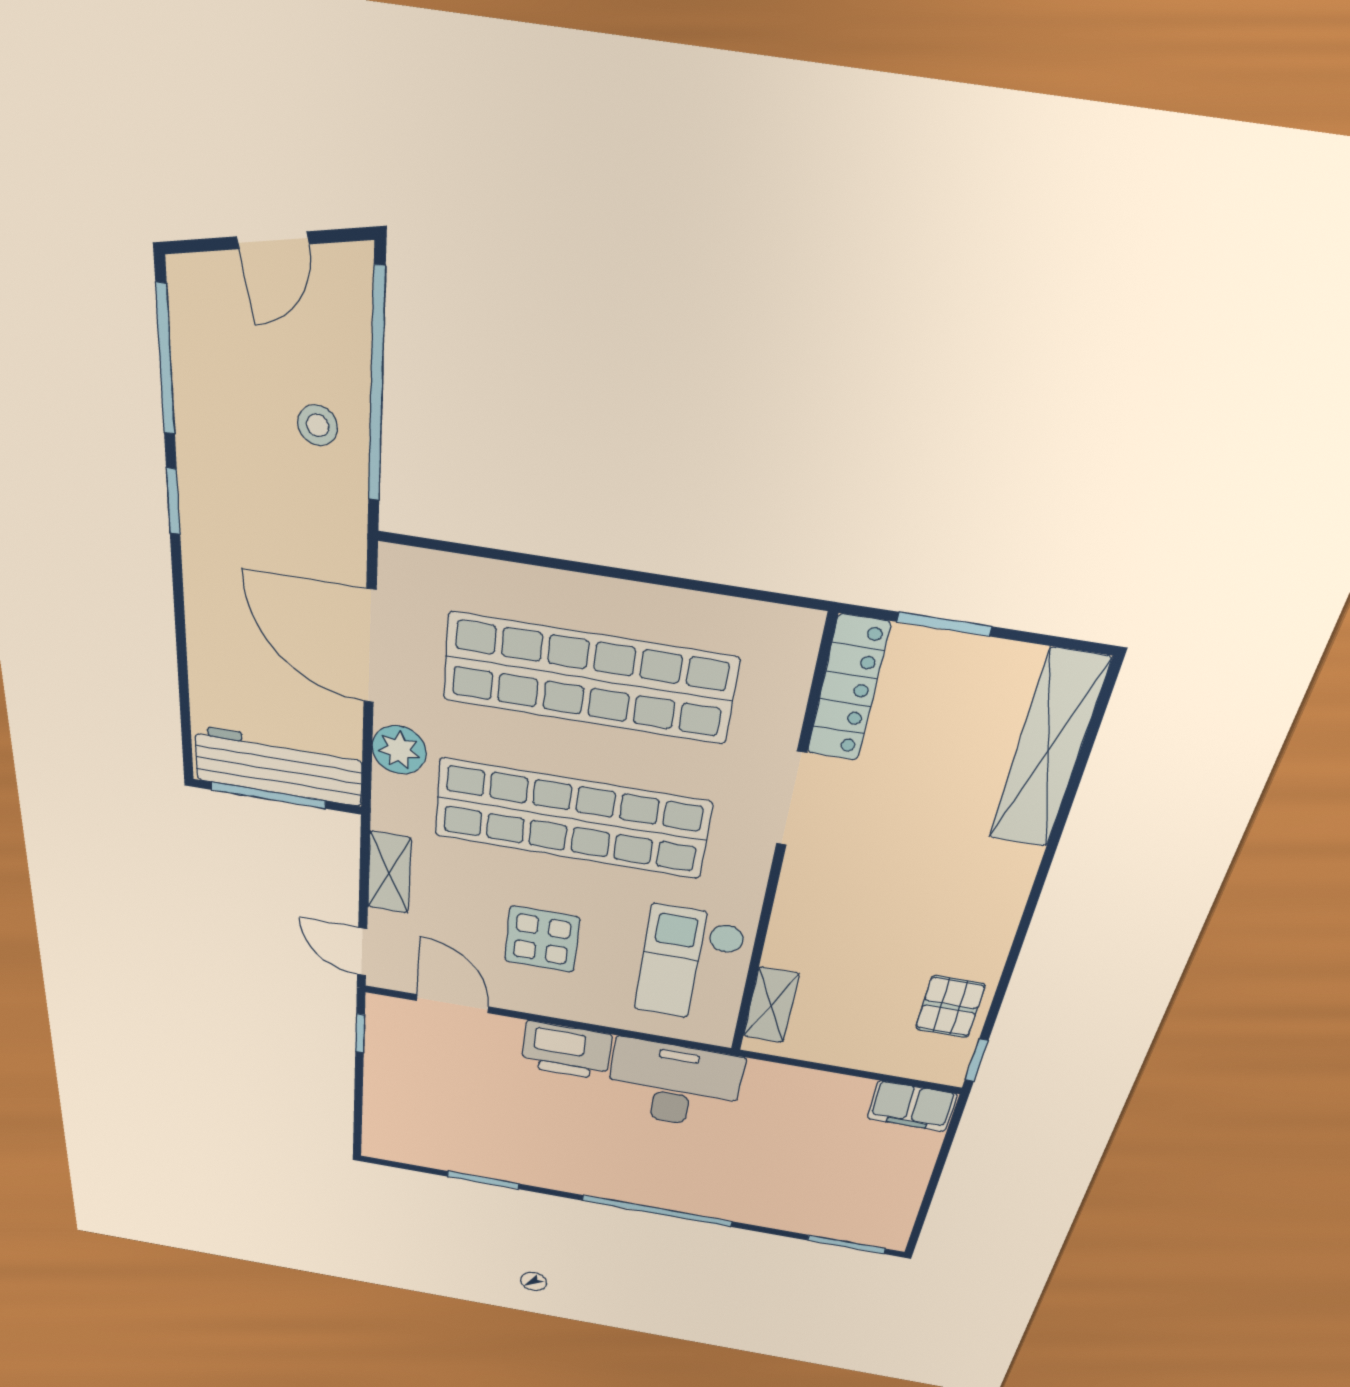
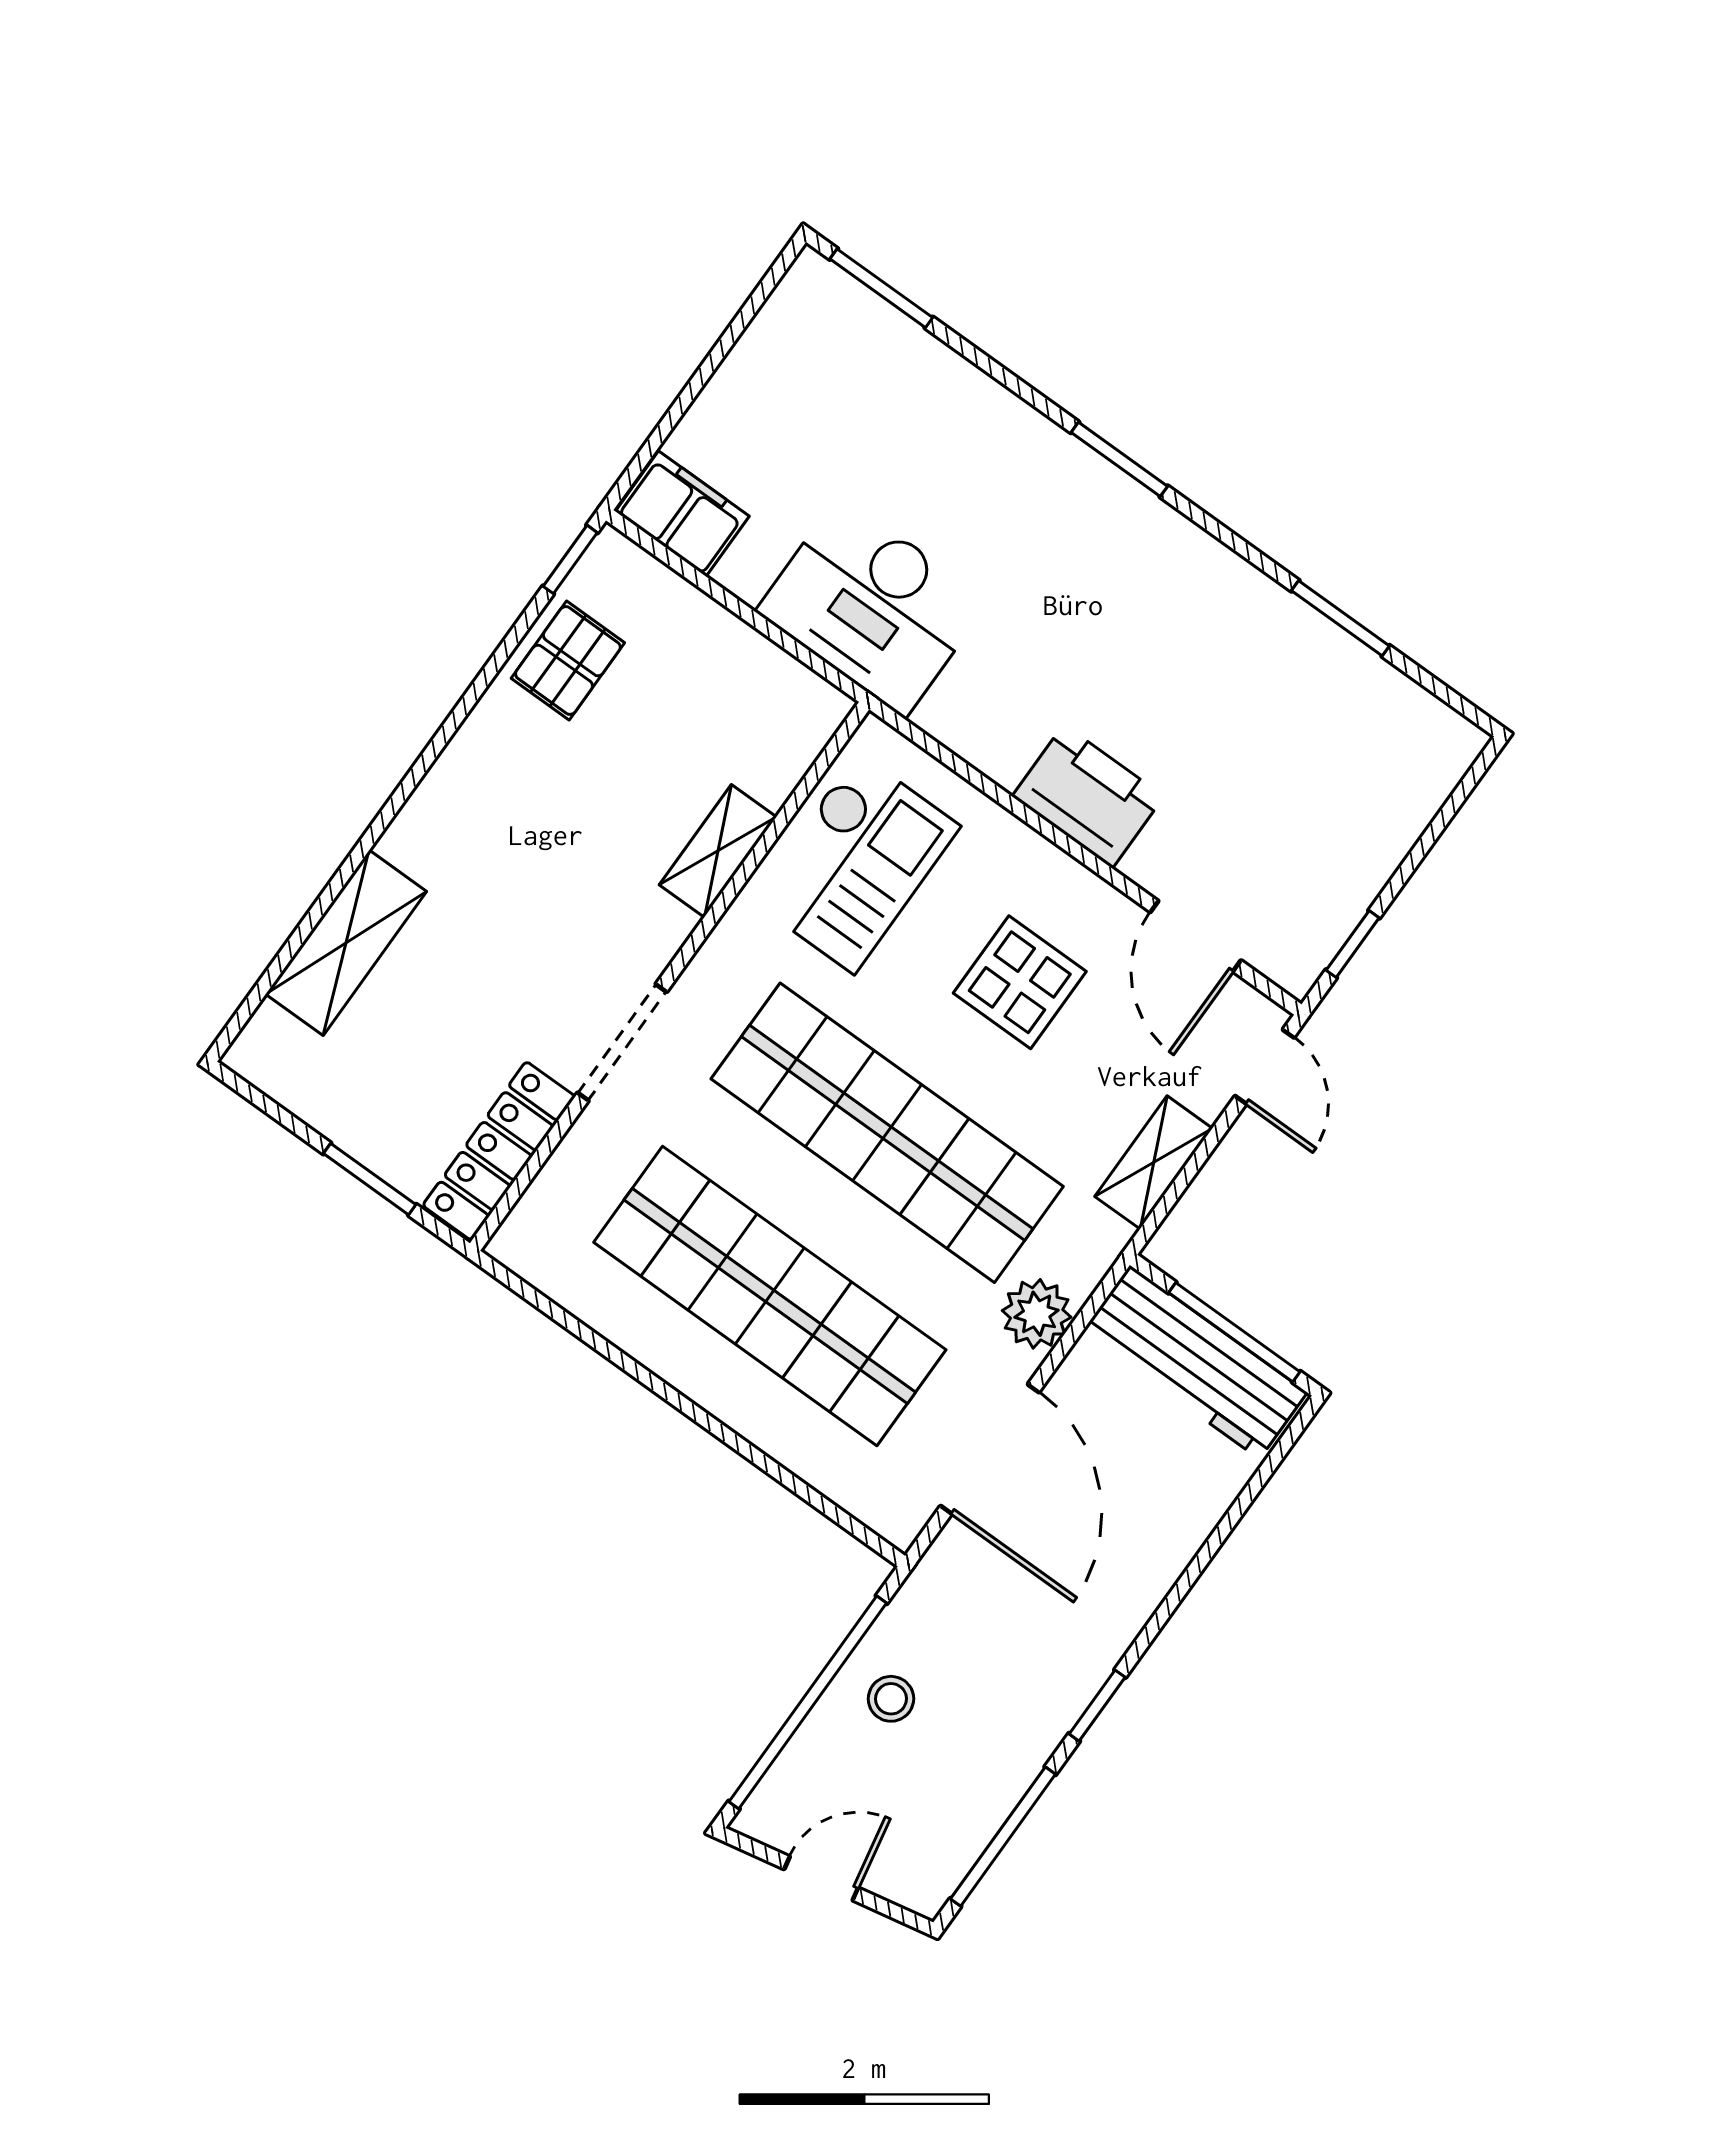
shelving: (1048, 750) -> (346, 943), width x0.68
shelving: (771, 1005) -> (718, 851), moved
desk: (674, 1084) -> (872, 606), moved
window: (657, 1211) -> (1119, 459), width x0.47

